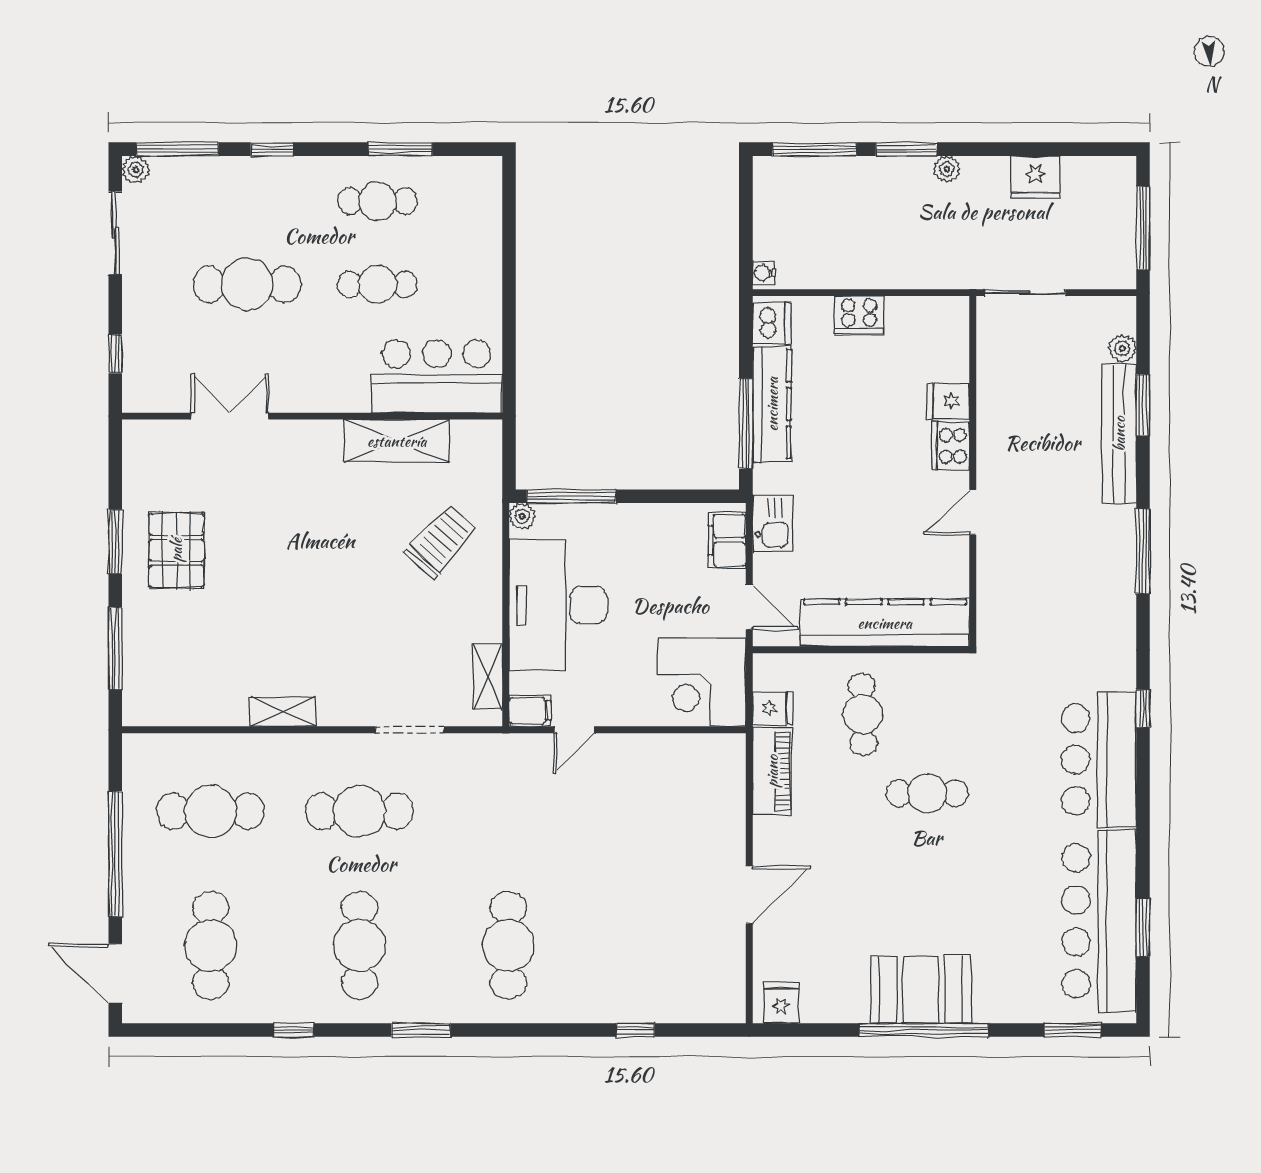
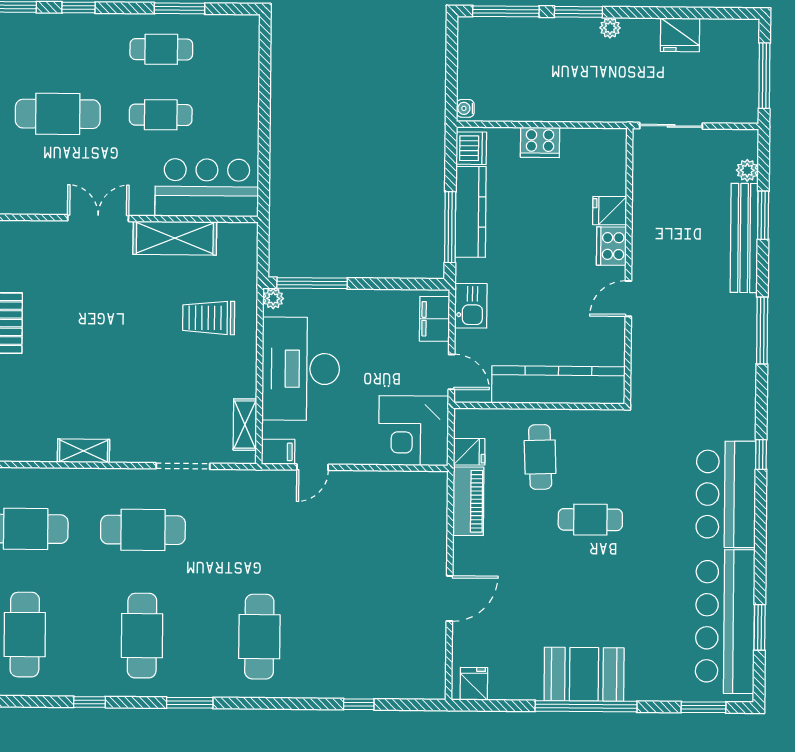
double door: (230, 416) -> (98, 218), moved
trolley: (441, 541) -> (209, 318), turned -132

